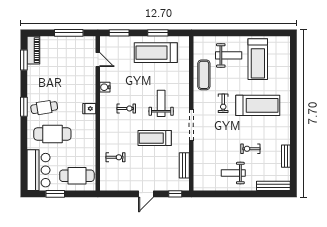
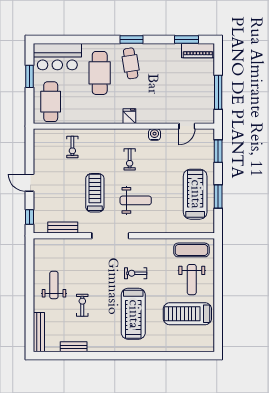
exercise mat: (204, 75) -> (191, 250), moved

